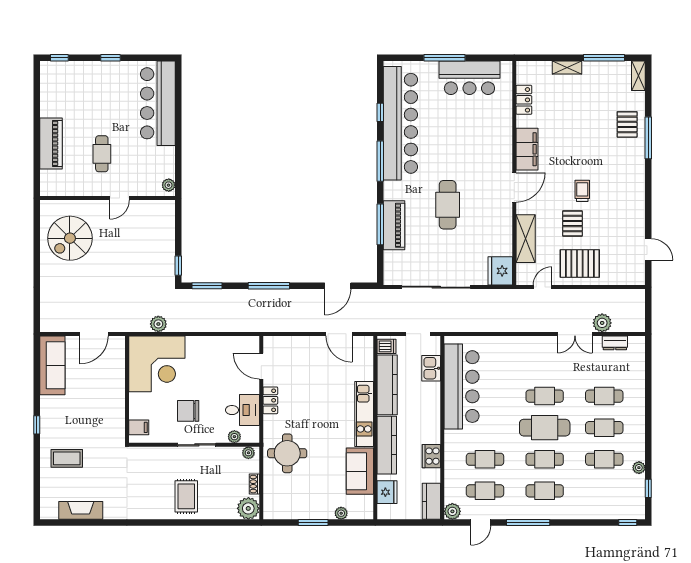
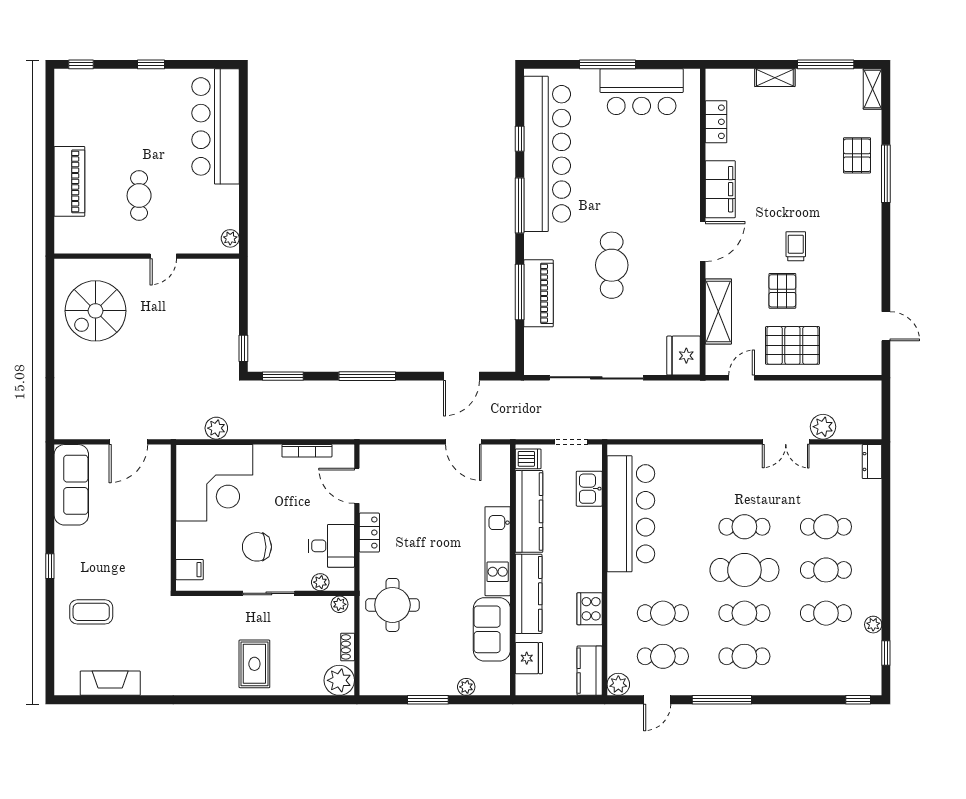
bookcase: (225, 340) -> (307, 451), added
dresser: (615, 343) -> (872, 462), moved, turned 90

